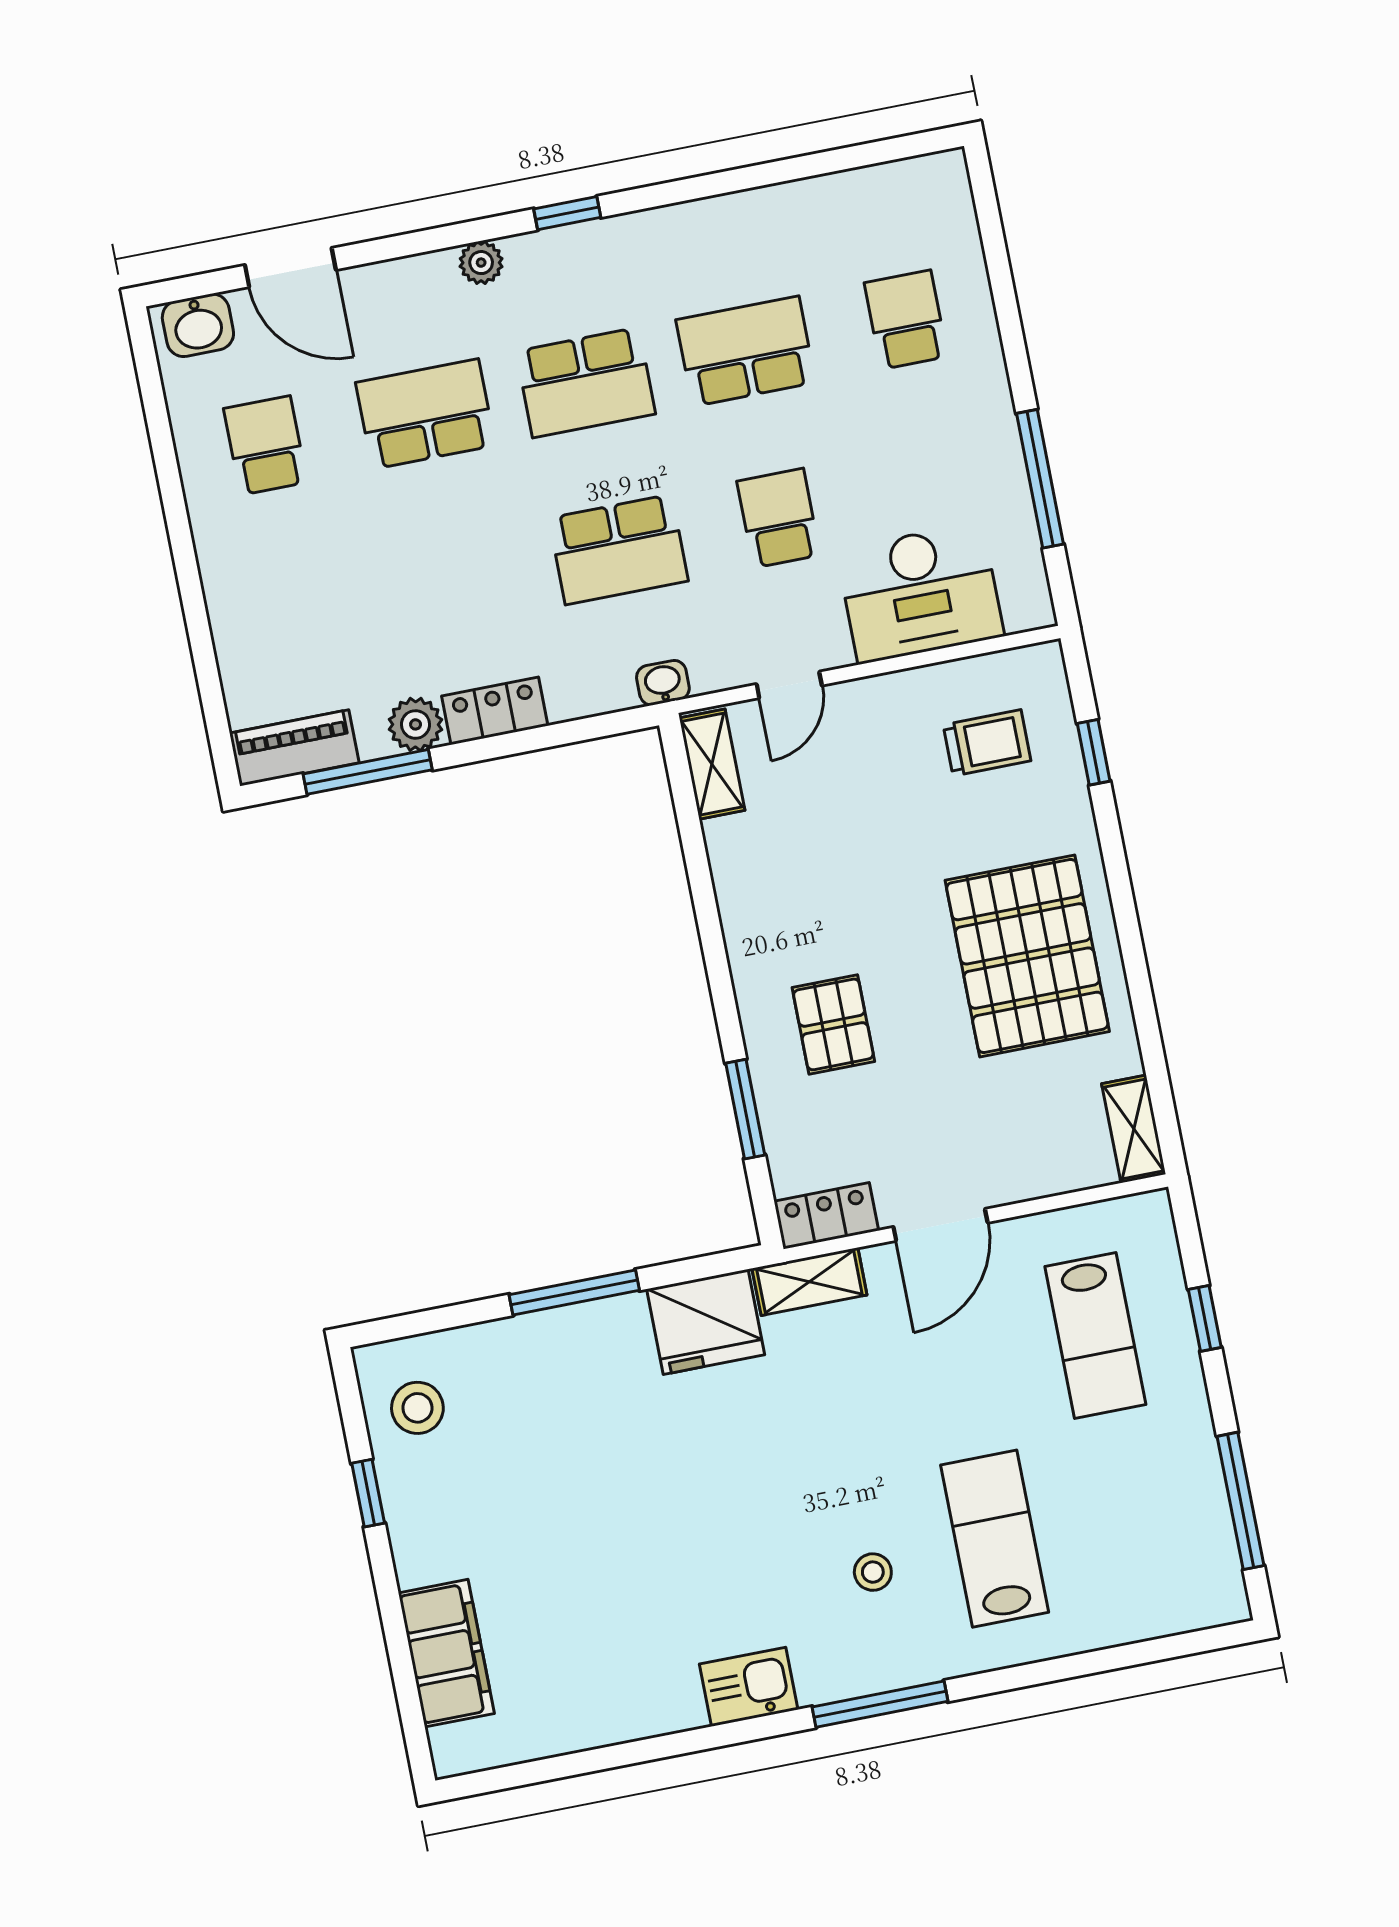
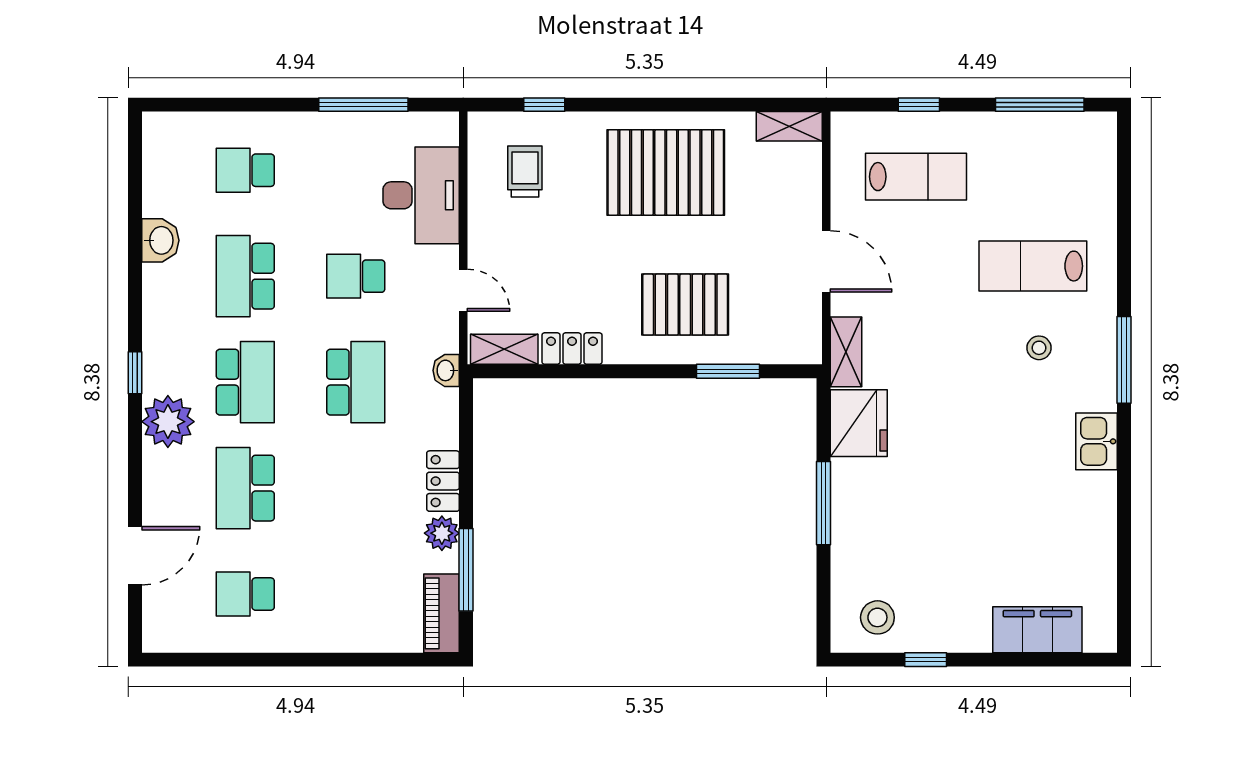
plant: (481, 263) -> (168, 422), width x1.88, depth x1.88
washbasin: (198, 325) -> (160, 240), moved
pallet: (833, 1024) -> (685, 305), width x1.50, depth x1.42
locker: (826, 1216) -> (572, 349), moved, turned 90

